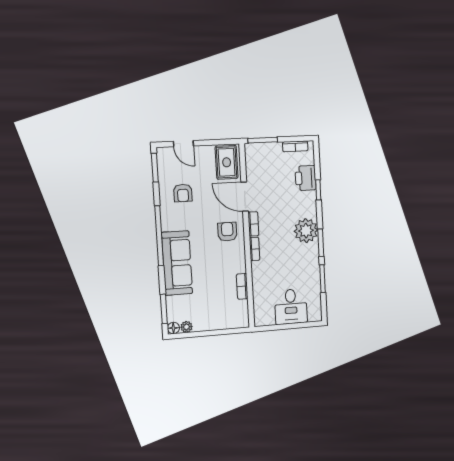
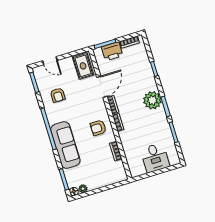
printer: (306, 178) -> (112, 51), moved, turned -90
door: (245, 197) -> (102, 87), swing flipped
armchair: (227, 232) -> (98, 128), moved, turned -90

